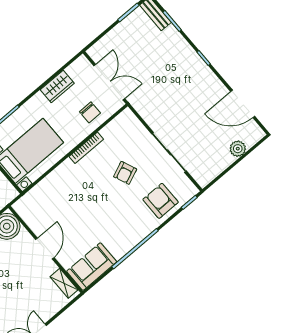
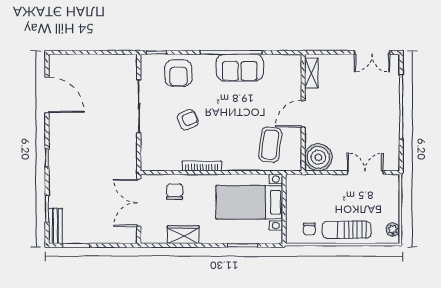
plant: (238, 149) -> (81, 62), removed
coffee table: (50, 206) -> (270, 145), added
sofa: (92, 267) -> (240, 68), moved

